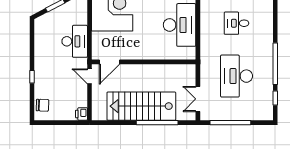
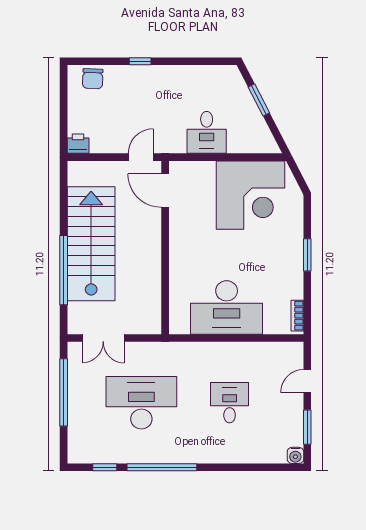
desk: (75, 41) -> (207, 132), width x0.73
double door: (198, 99) -> (103, 338), swing flipped

